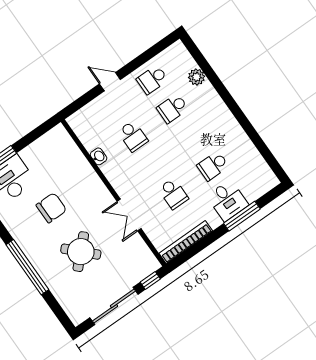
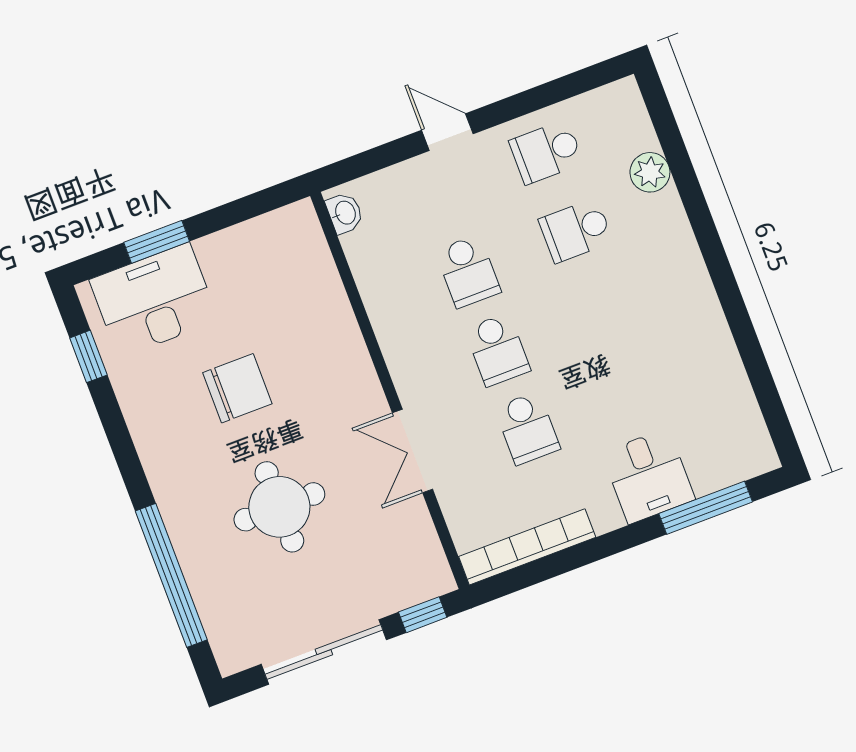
washbasin: (99, 156) -> (345, 213), moved
school desk: (213, 166) -> (498, 350), moved, turned -90
window: (242, 216) -> (706, 508), moved
round table: (81, 252) -> (279, 507), turned 45
window: (27, 267) -> (171, 575), moved

